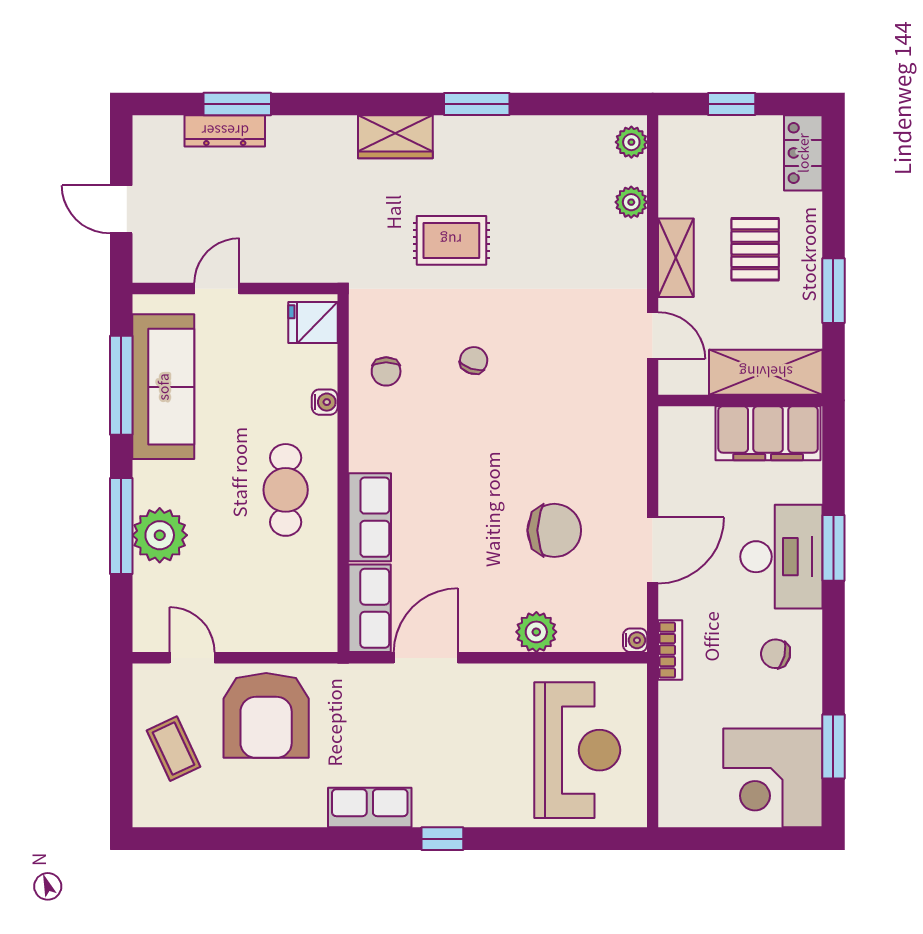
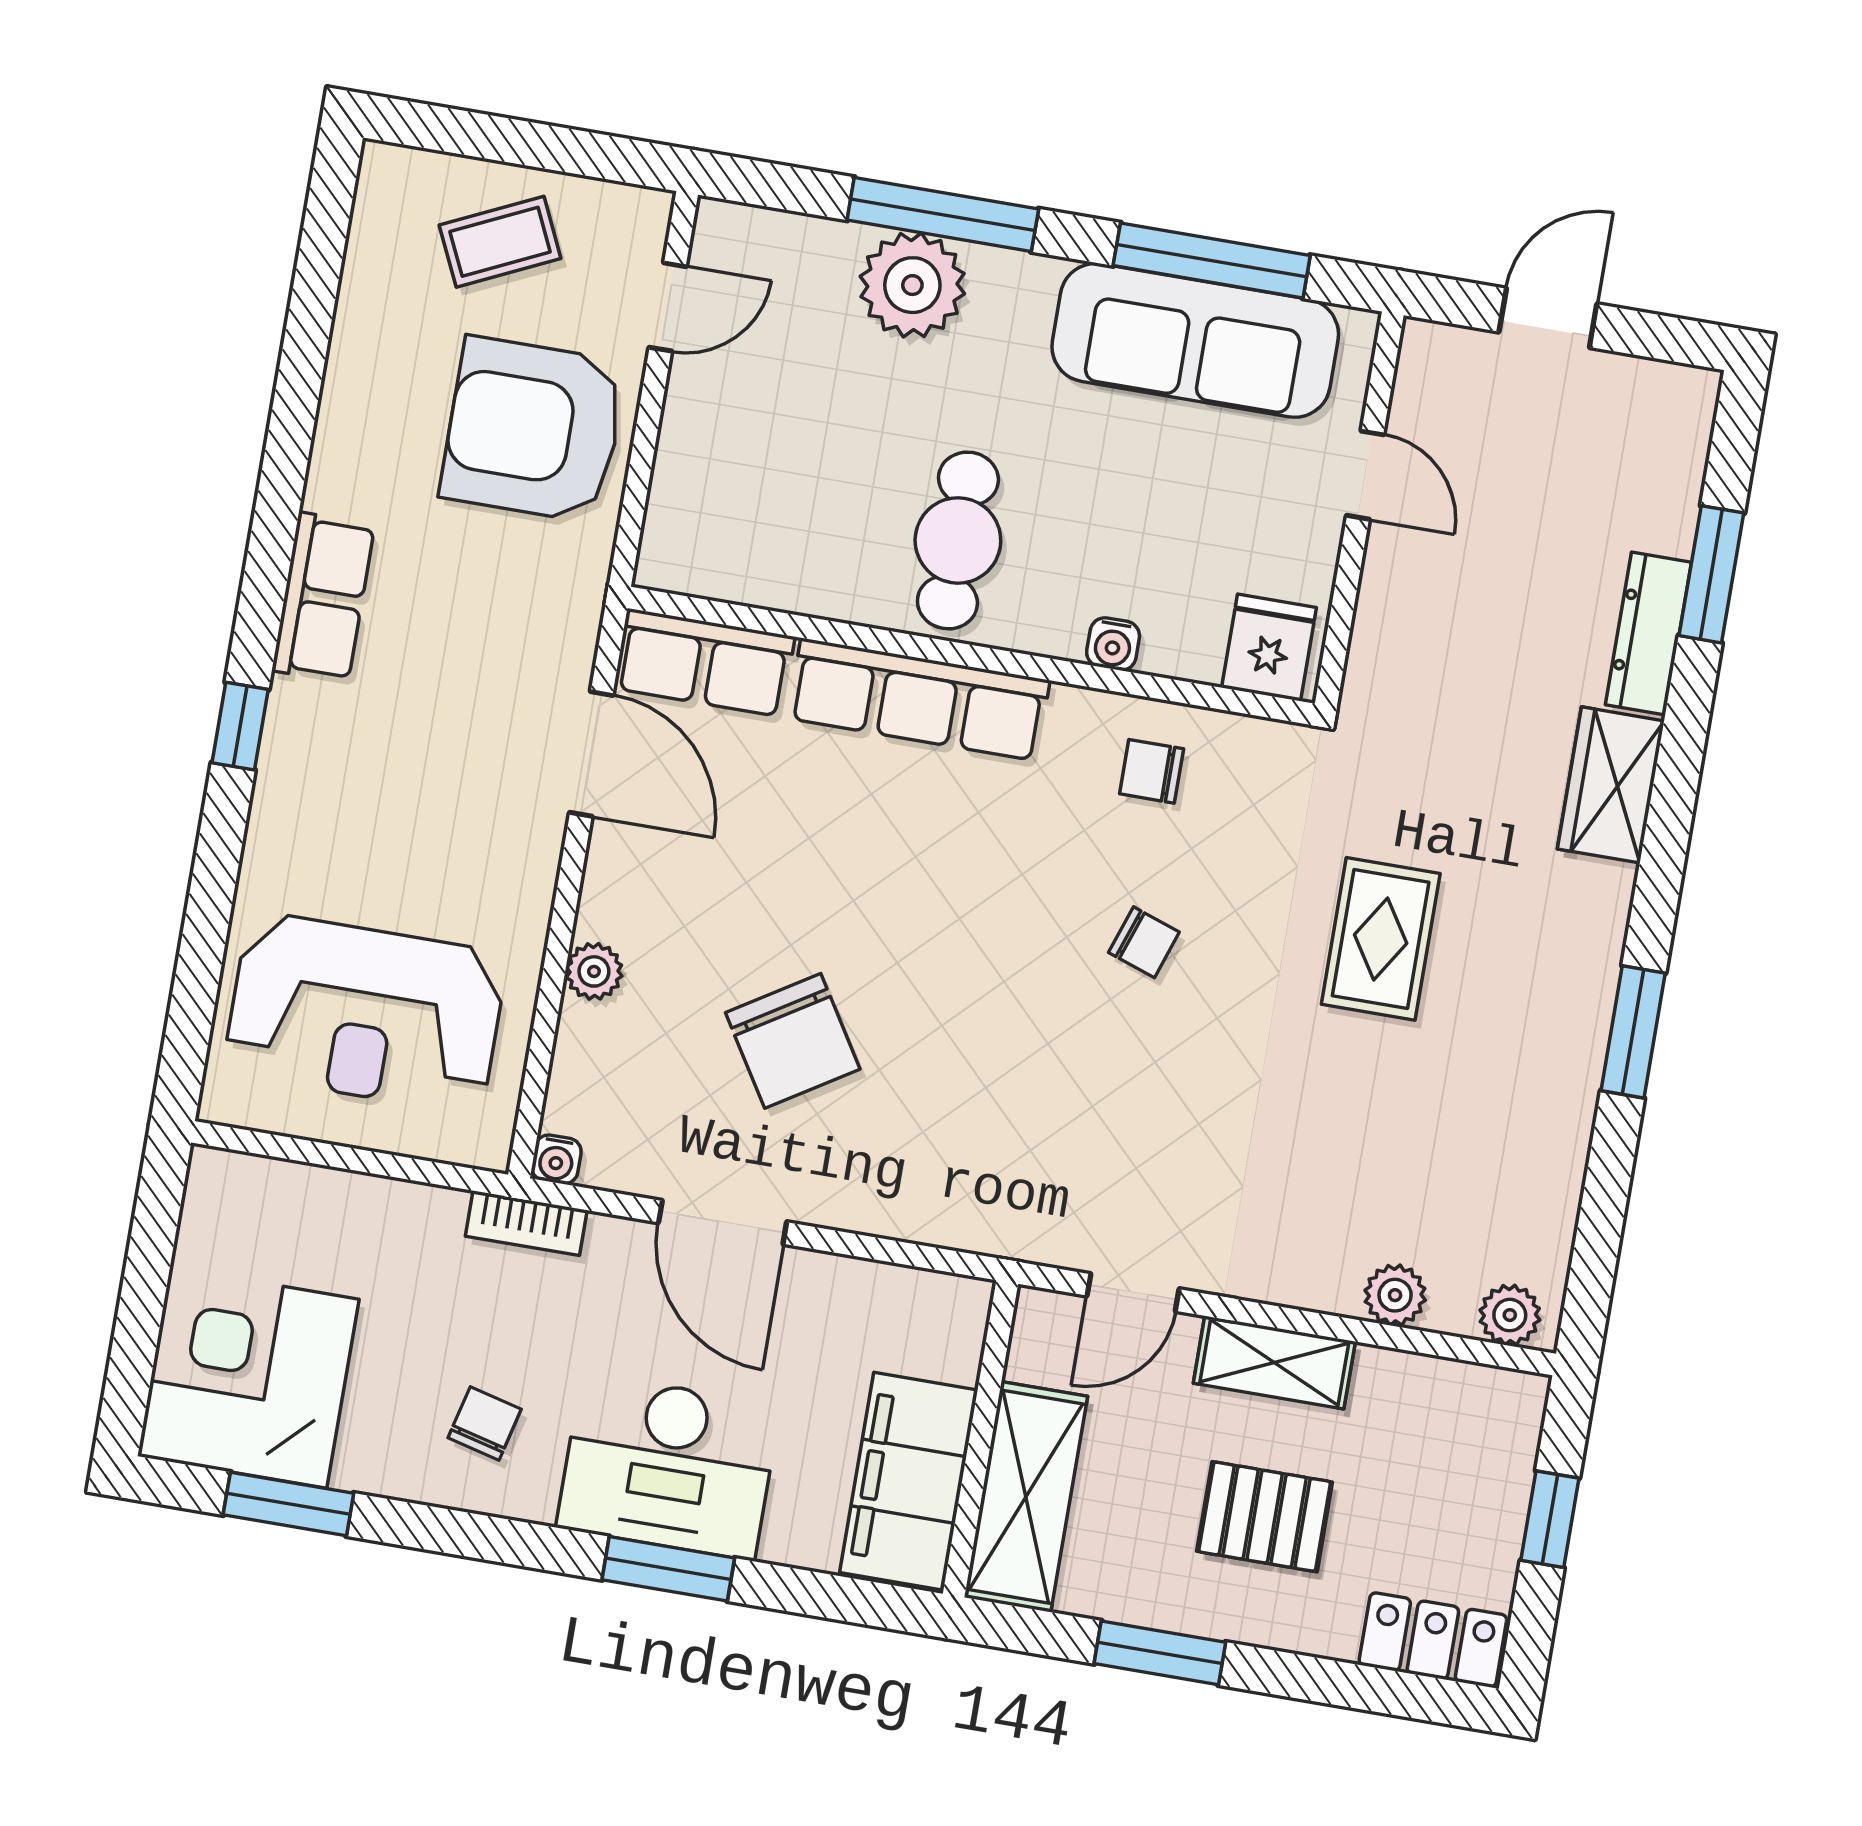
dresser: (225, 131) -> (1648, 633), moved
wardrobe: (395, 137) -> (1611, 785), moved
cafe table: (286, 490) -> (958, 540), turned 90
row of seats: (370, 517) -> (919, 699), width x1.48
chair: (554, 530) -> (793, 1041), turned -32
plant: (536, 632) -> (594, 971), width x0.73, depth x0.73

